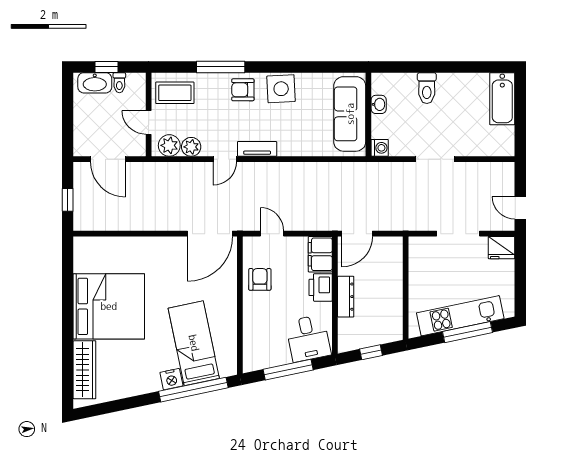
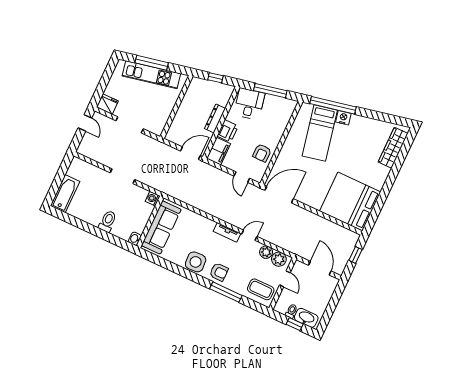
washbasin: (379, 104) -> (135, 239), moved
bed: (109, 306) -> (350, 202), moved

